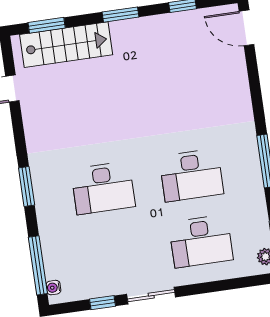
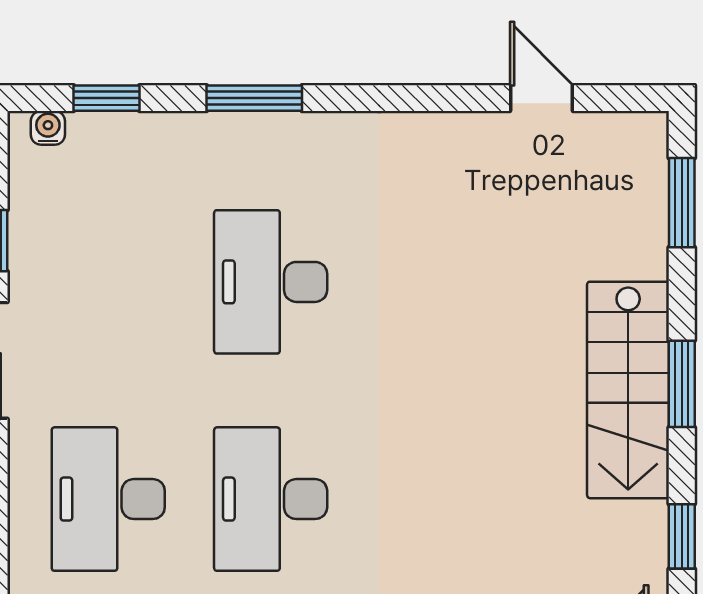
stairs: (66, 45) -> (628, 390), moved
window: (27, 187) -> (254, 98), moved
window: (38, 265) -> (107, 98), width x0.46

